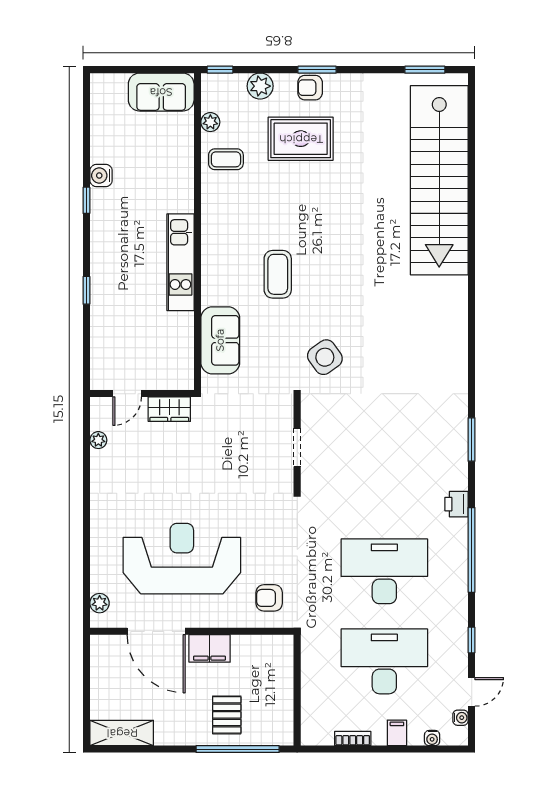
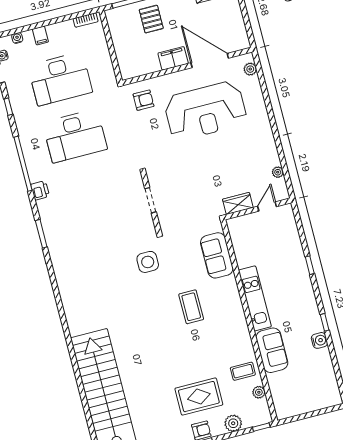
sofa: (161, 92) -> (272, 350), moved, turned 90
side table: (325, 357) -> (148, 262), turned 35
bookcase: (353, 738) -> (86, 20), moved

